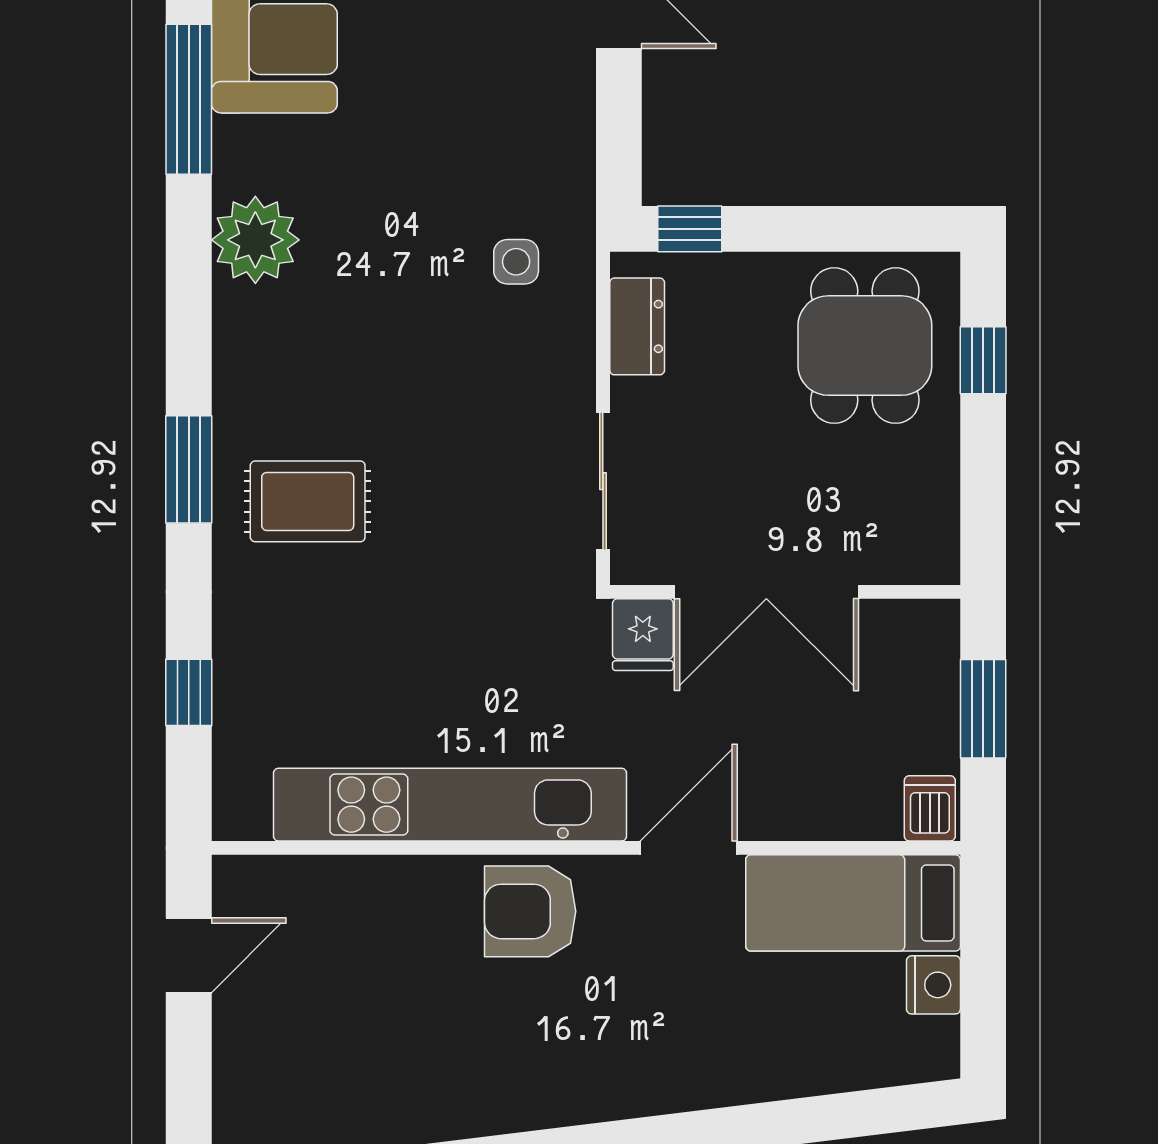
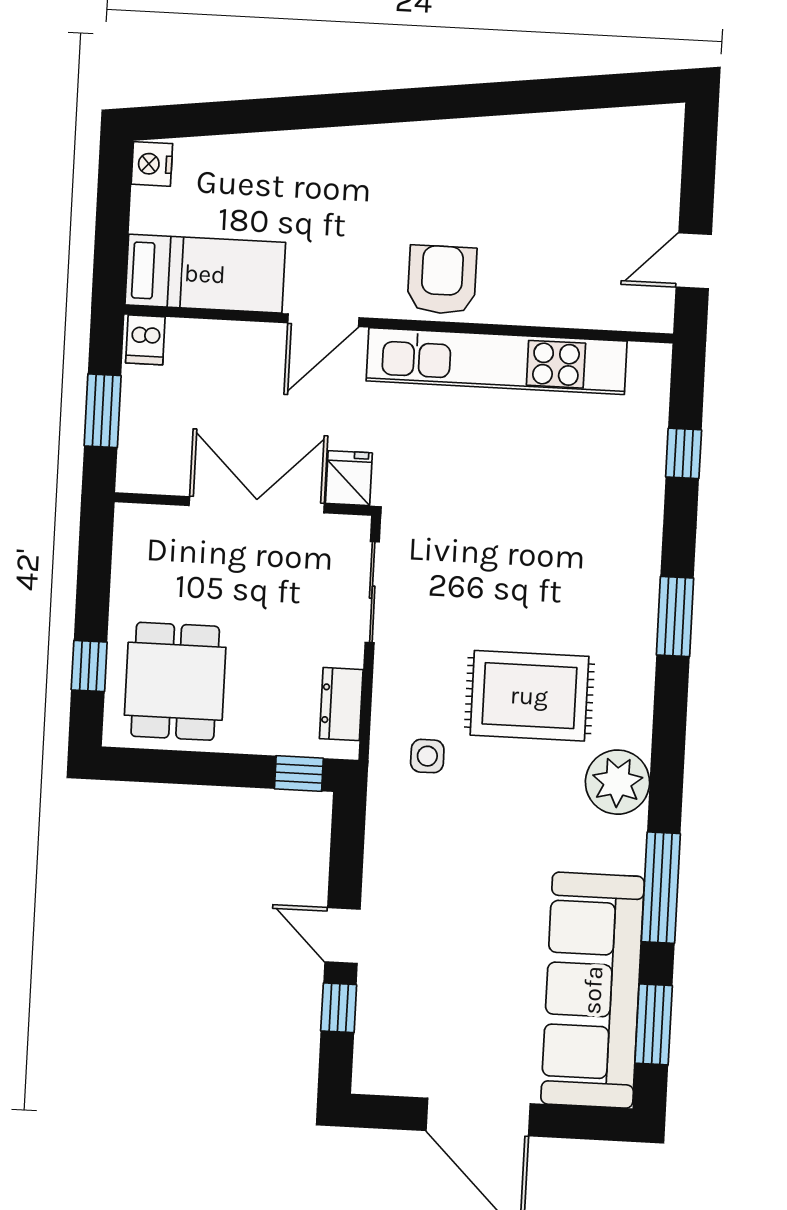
rug: (308, 501) -> (529, 696), moved, width x1.36, depth x1.43
armchair: (530, 911) -> (442, 280), turned -90
nightstand: (933, 985) -> (152, 164), moved

